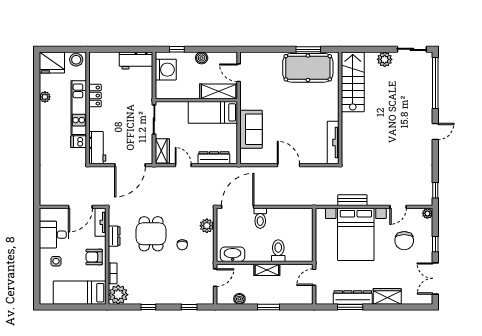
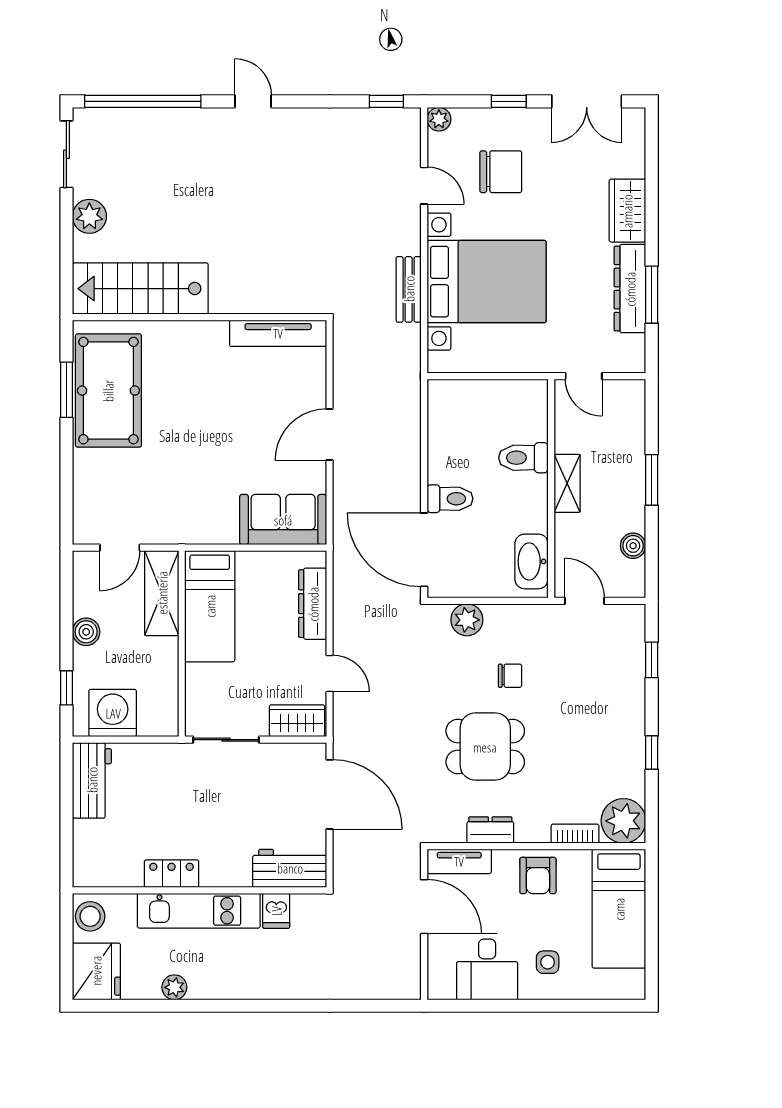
sofa: (251, 129) -> (283, 520), moved
door: (183, 165) -> (330, 674), swing flipped

